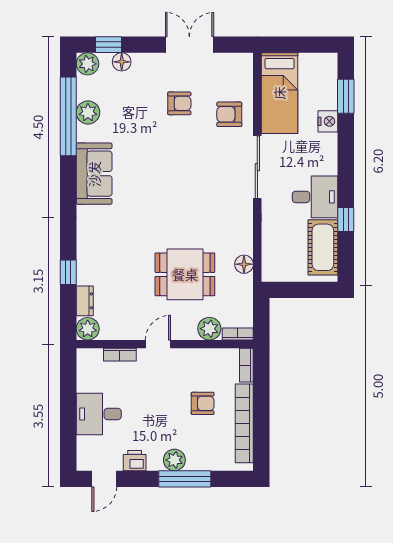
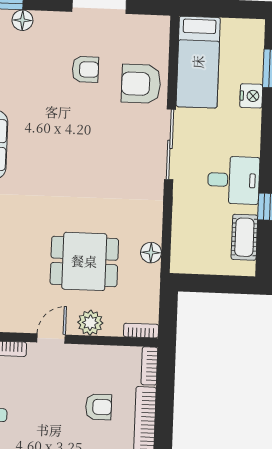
armchair: (229, 114) -> (141, 84), width x1.38, depth x1.38
cot: (323, 247) -> (244, 237), width x0.73, depth x0.75
plant: (209, 329) -> (90, 323), moved

